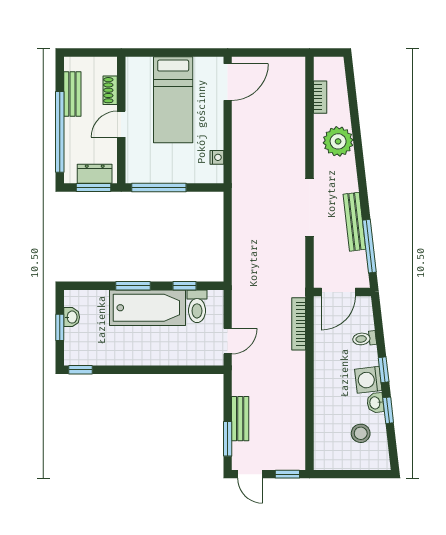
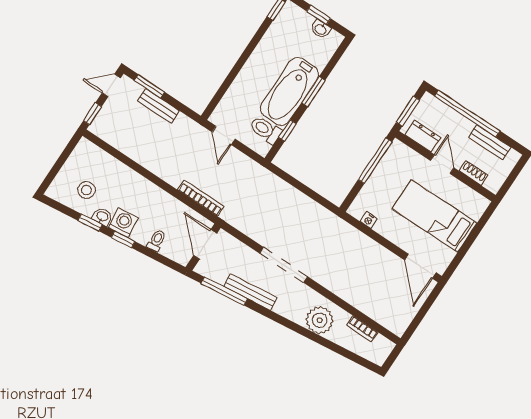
dresser: (95, 174) -> (423, 136), moved, turned -90

